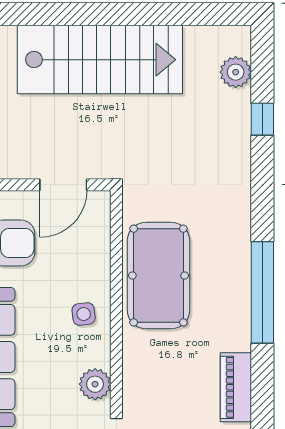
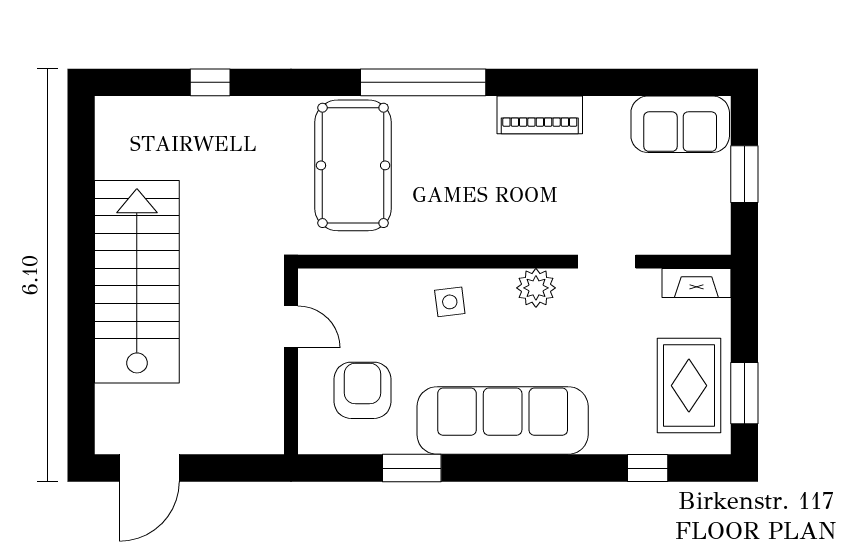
plant: (236, 72) -> (152, 115), removed
door: (63, 185) -> (291, 327), width x0.73
pool table: (159, 275) -> (353, 165), moved, turned 90

